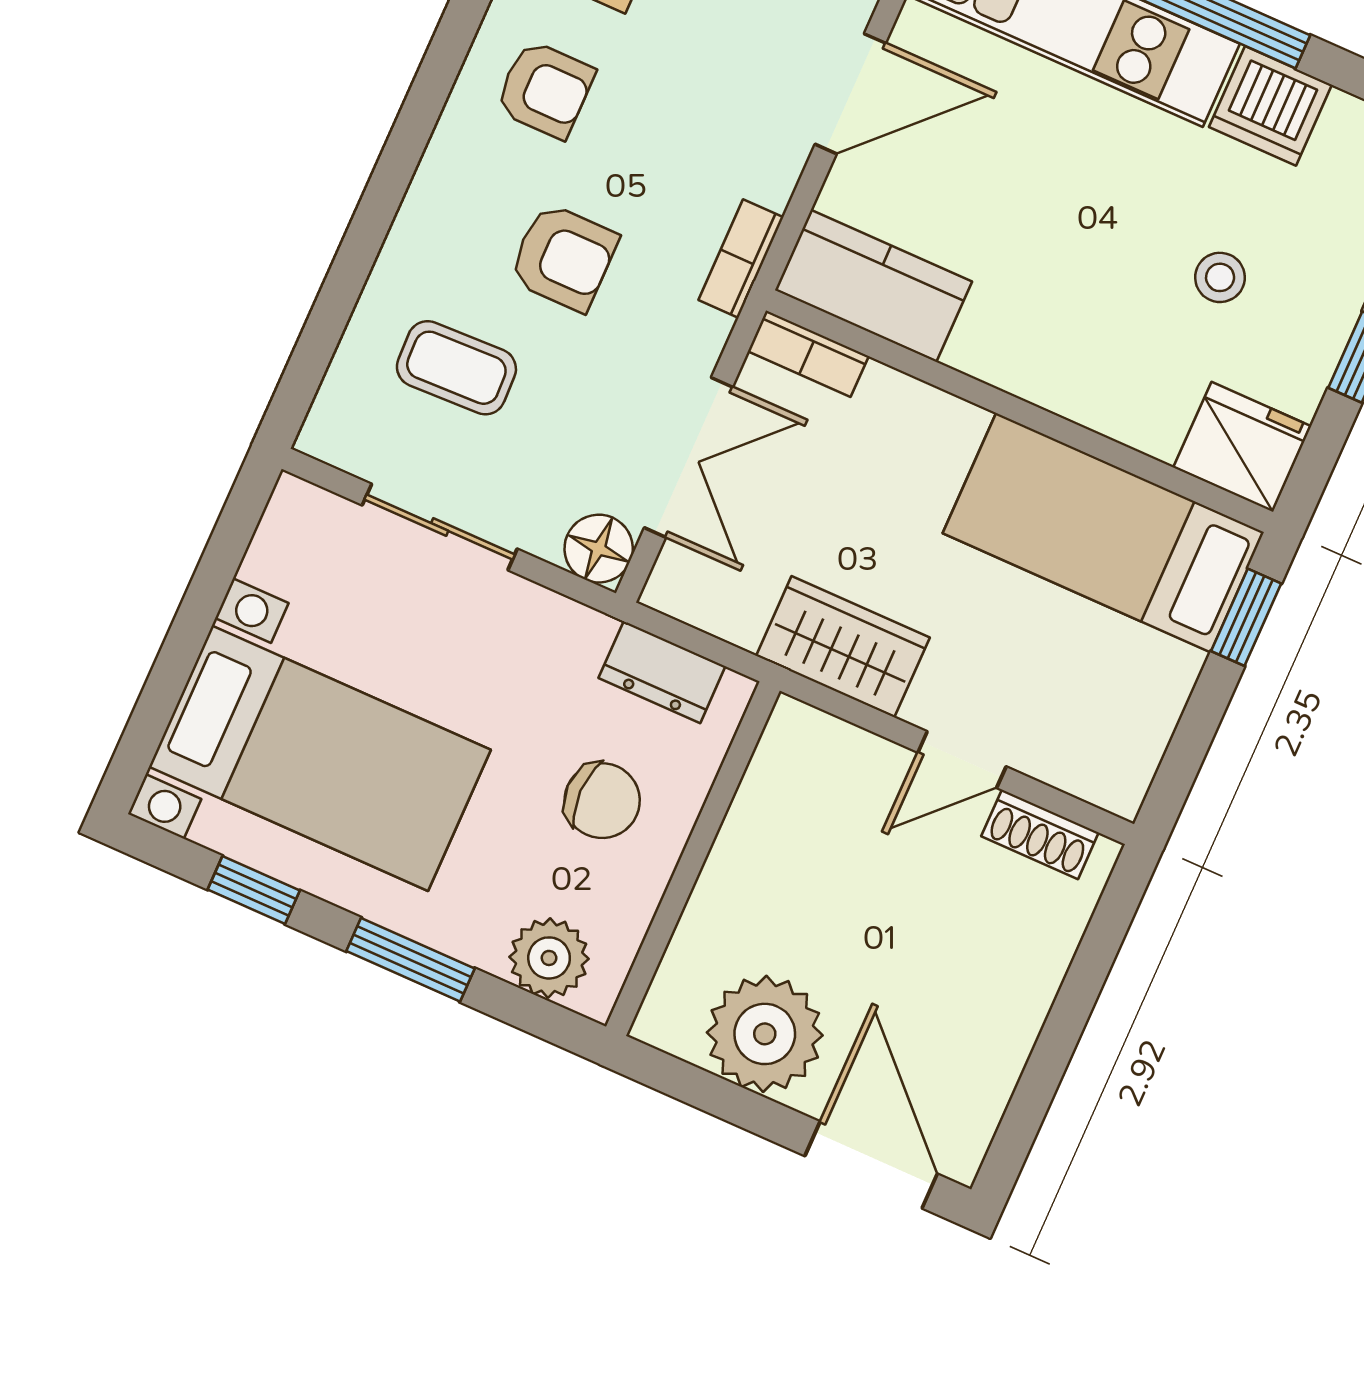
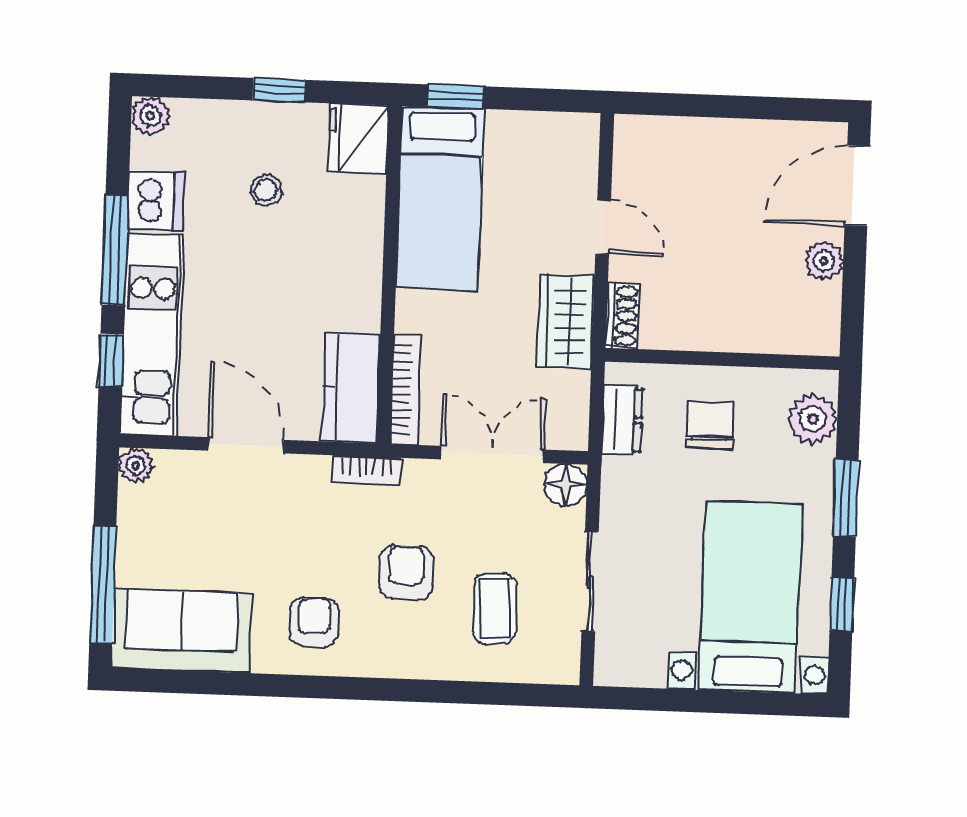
bookcase: (808, 354) -> (406, 390), width x1.56
shoe rack: (1040, 834) -> (623, 316), moved
plant: (765, 1034) -> (824, 261), width x0.53, depth x0.53

